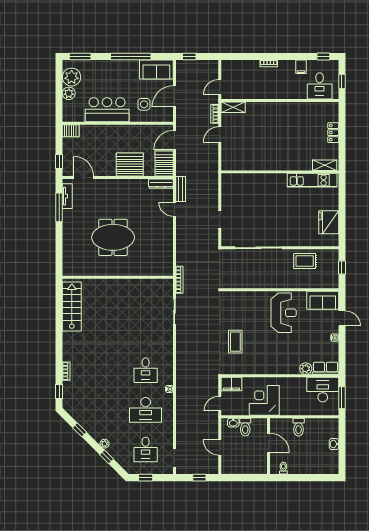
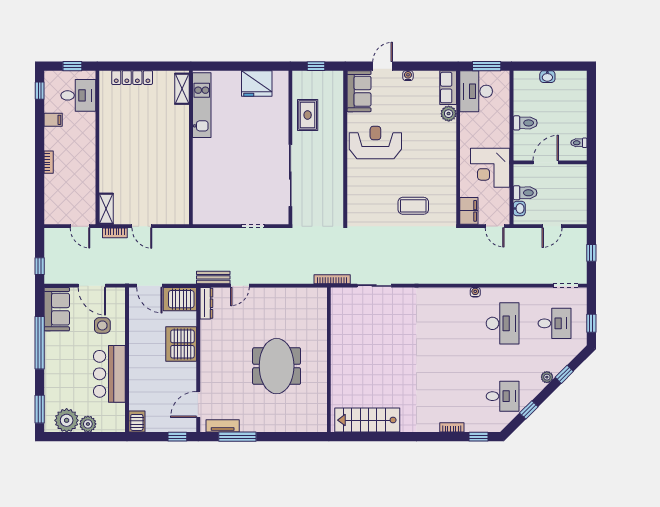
locker: (333, 133) -> (132, 78), width x1.53
desk: (146, 370) -> (503, 396), moved

